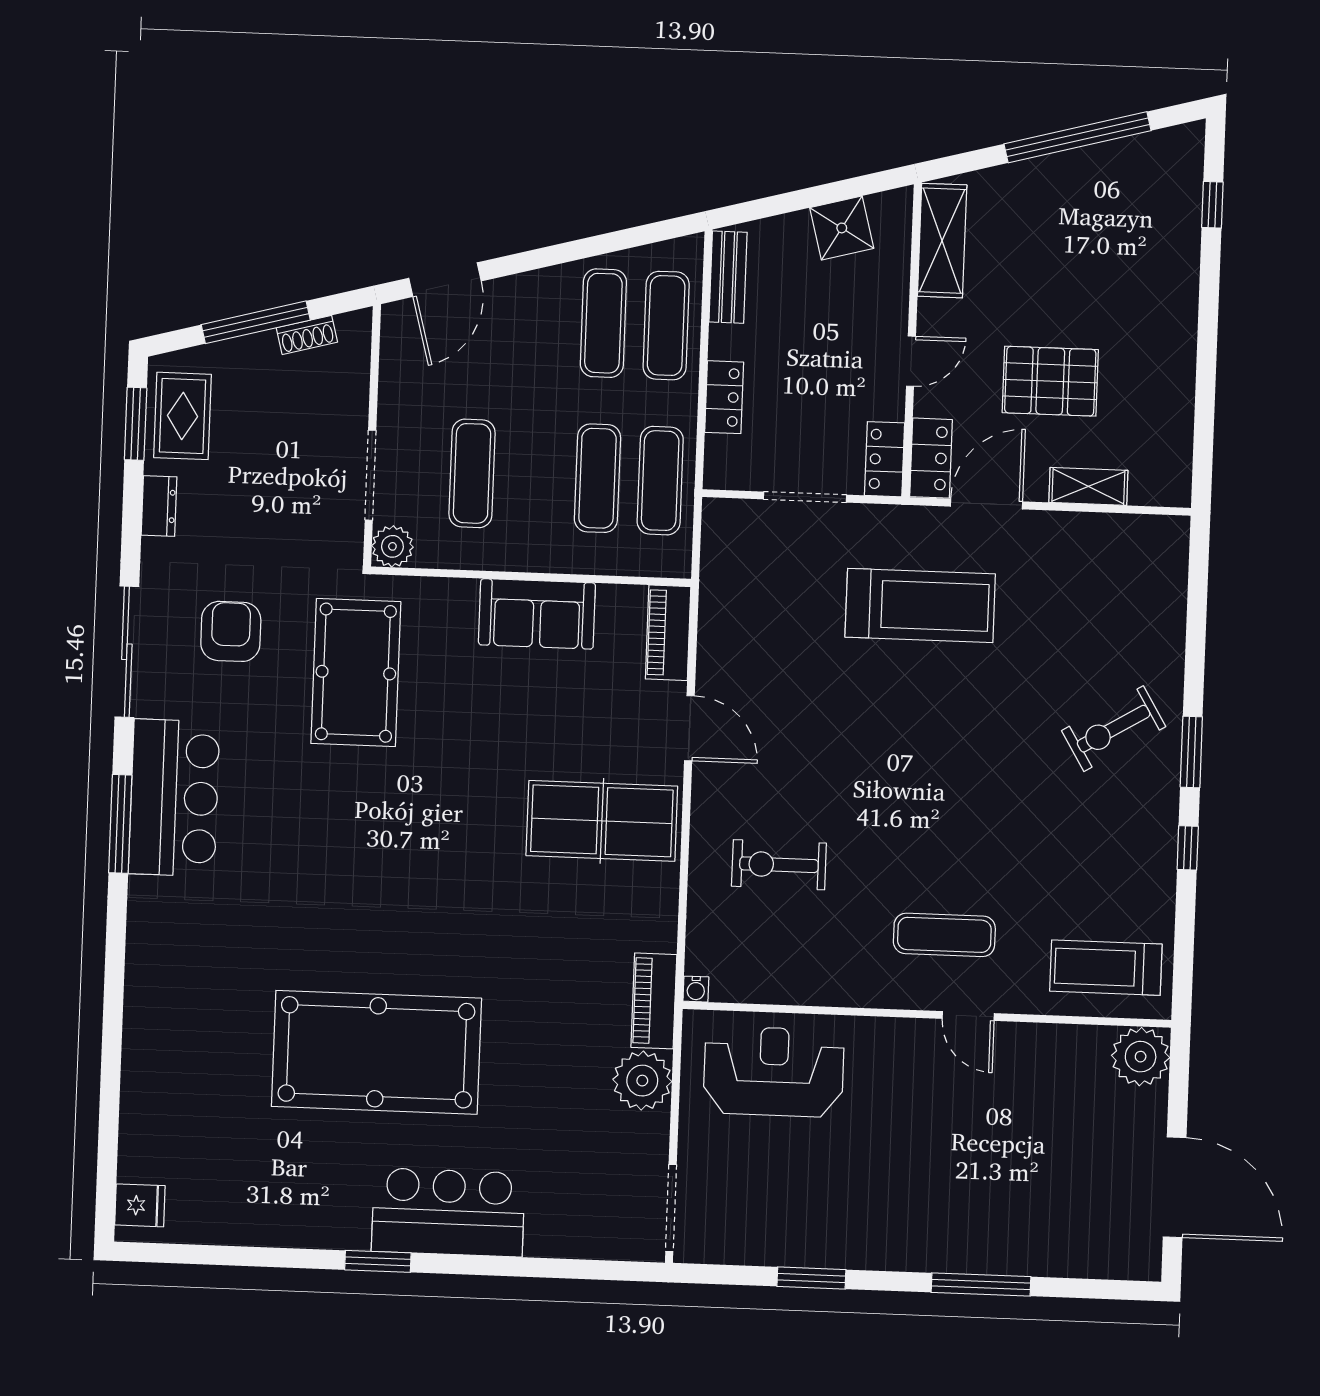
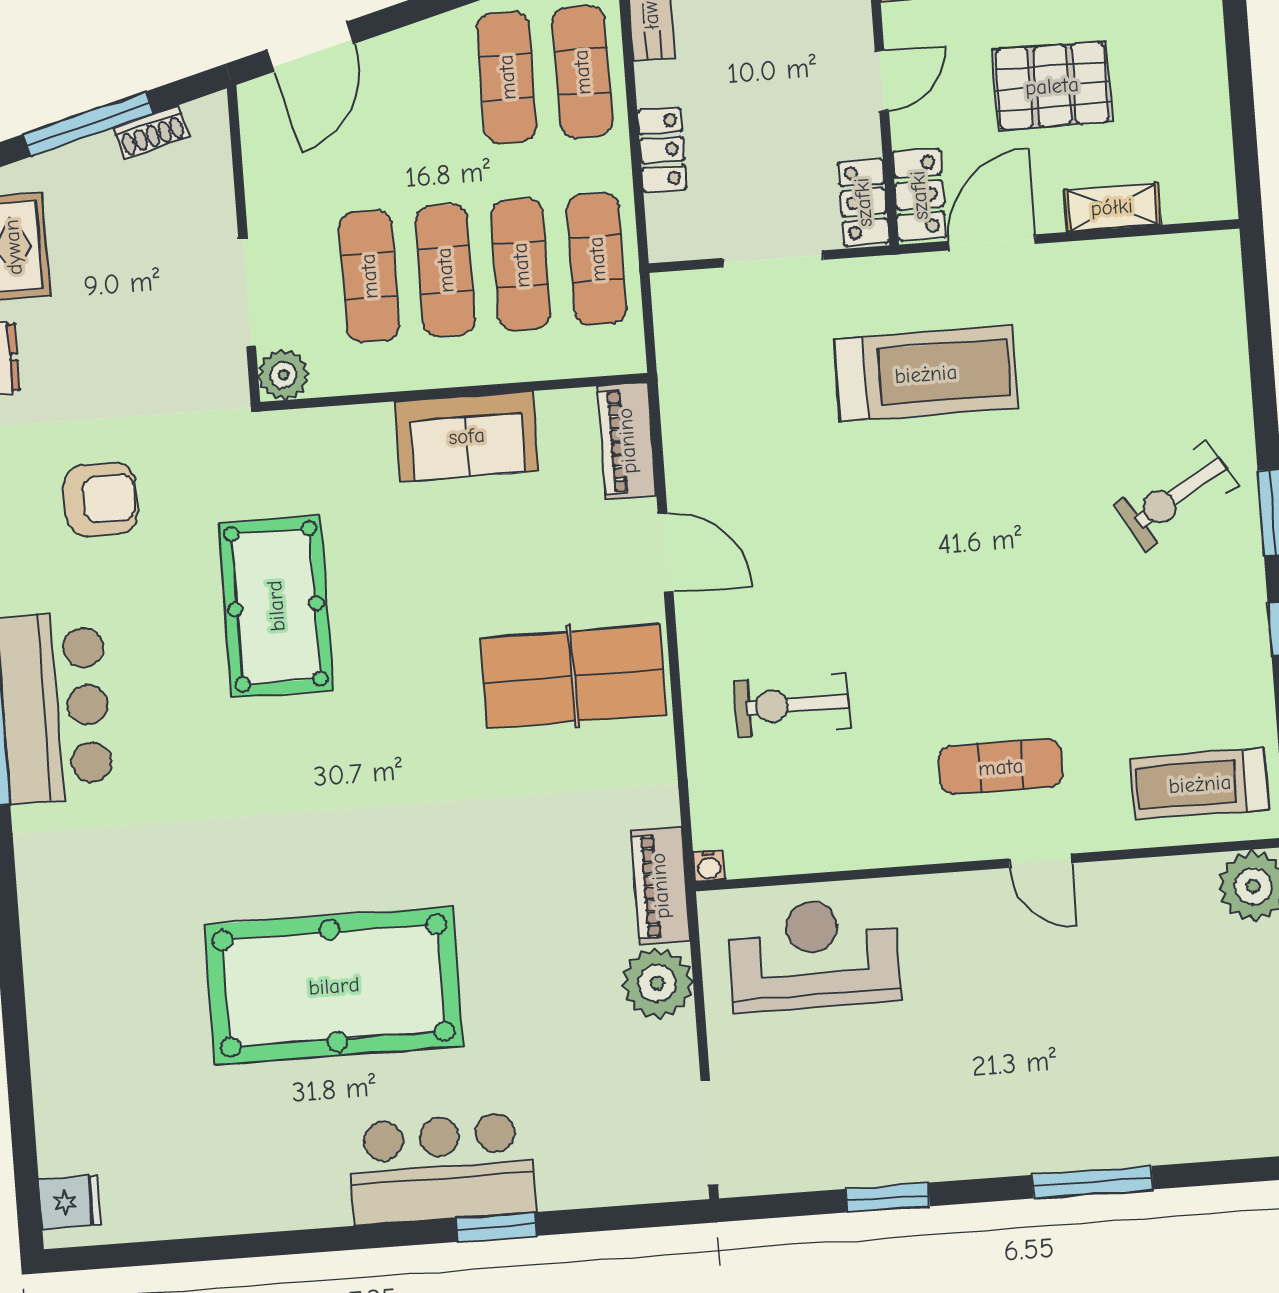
exercise mat: (535, 476) -> (445, 270), added
armchair: (231, 631) -> (101, 499), turned 90
pool table: (356, 673) -> (276, 606), moved
window: (378, 1261) -> (496, 1227), moved

